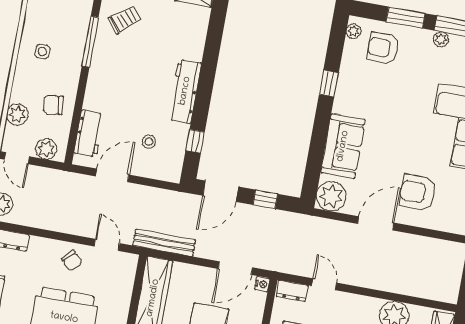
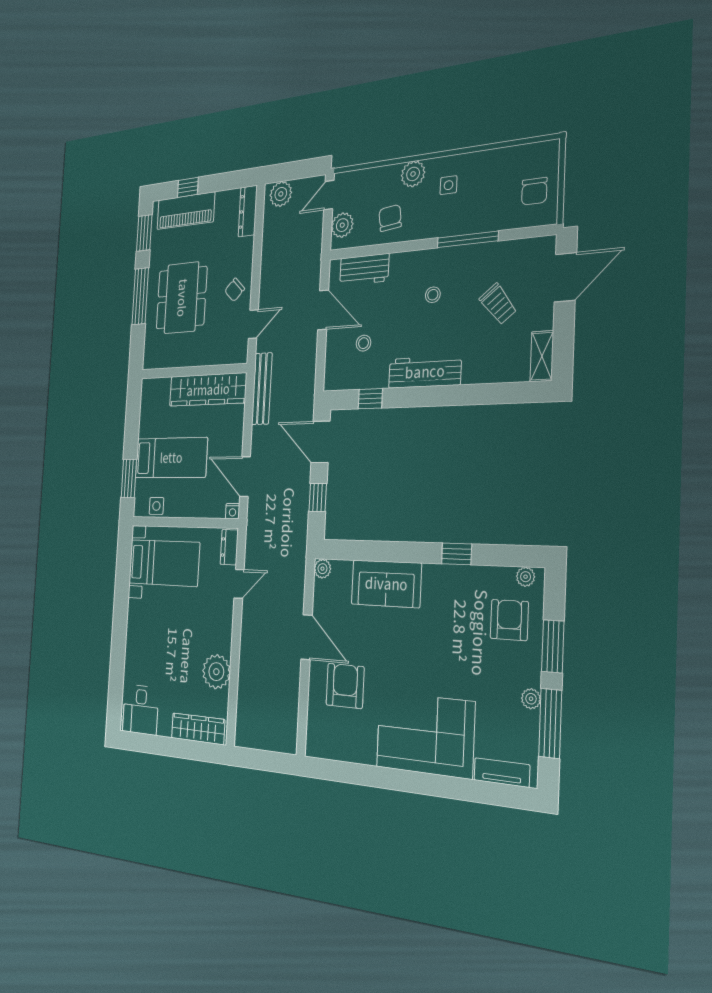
trolley: (125, 20) -> (498, 304), moved
stool: (126, 76) -> (433, 295), added
plant: (17, 114) -> (413, 174), moved
plant: (331, 196) -> (322, 569), width x0.53, depth x0.53

